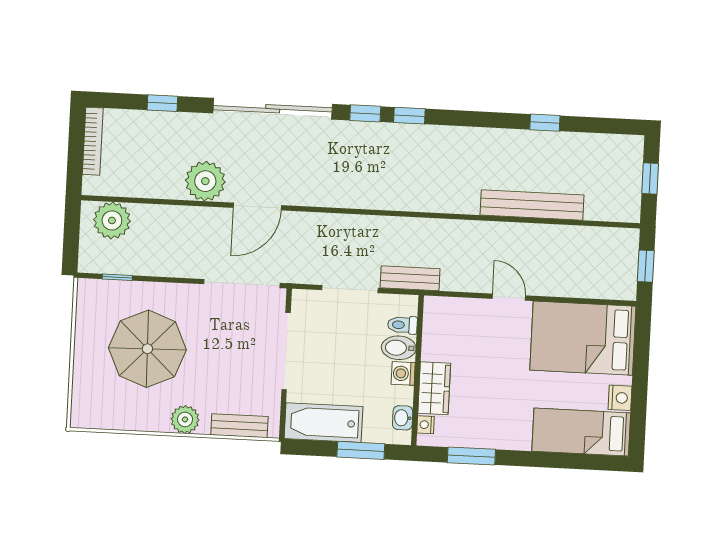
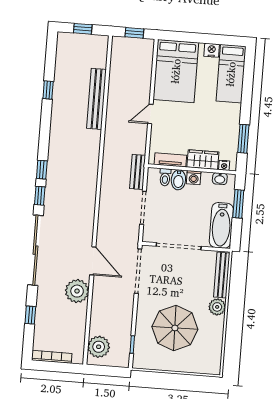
tv unit: (432, 333) -> (170, 160), added
bench: (239, 426) -> (222, 275), width x1.36

